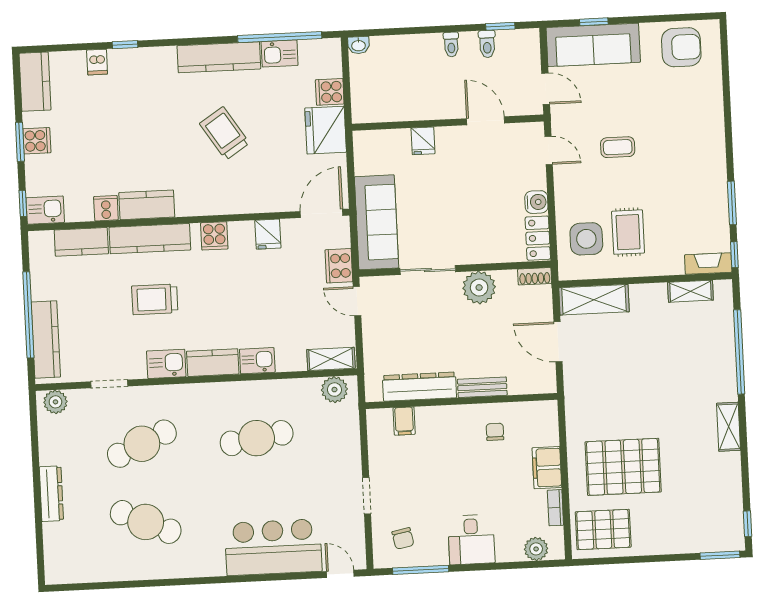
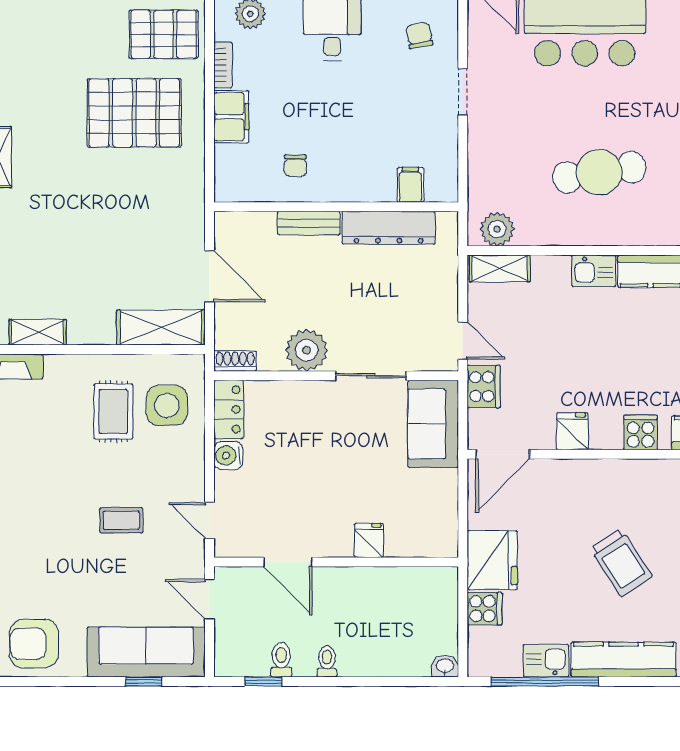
sofa: (376, 222) -> (433, 424), width x0.73

